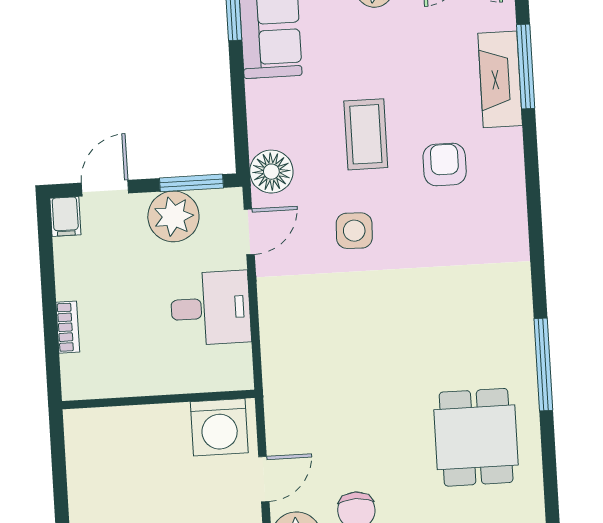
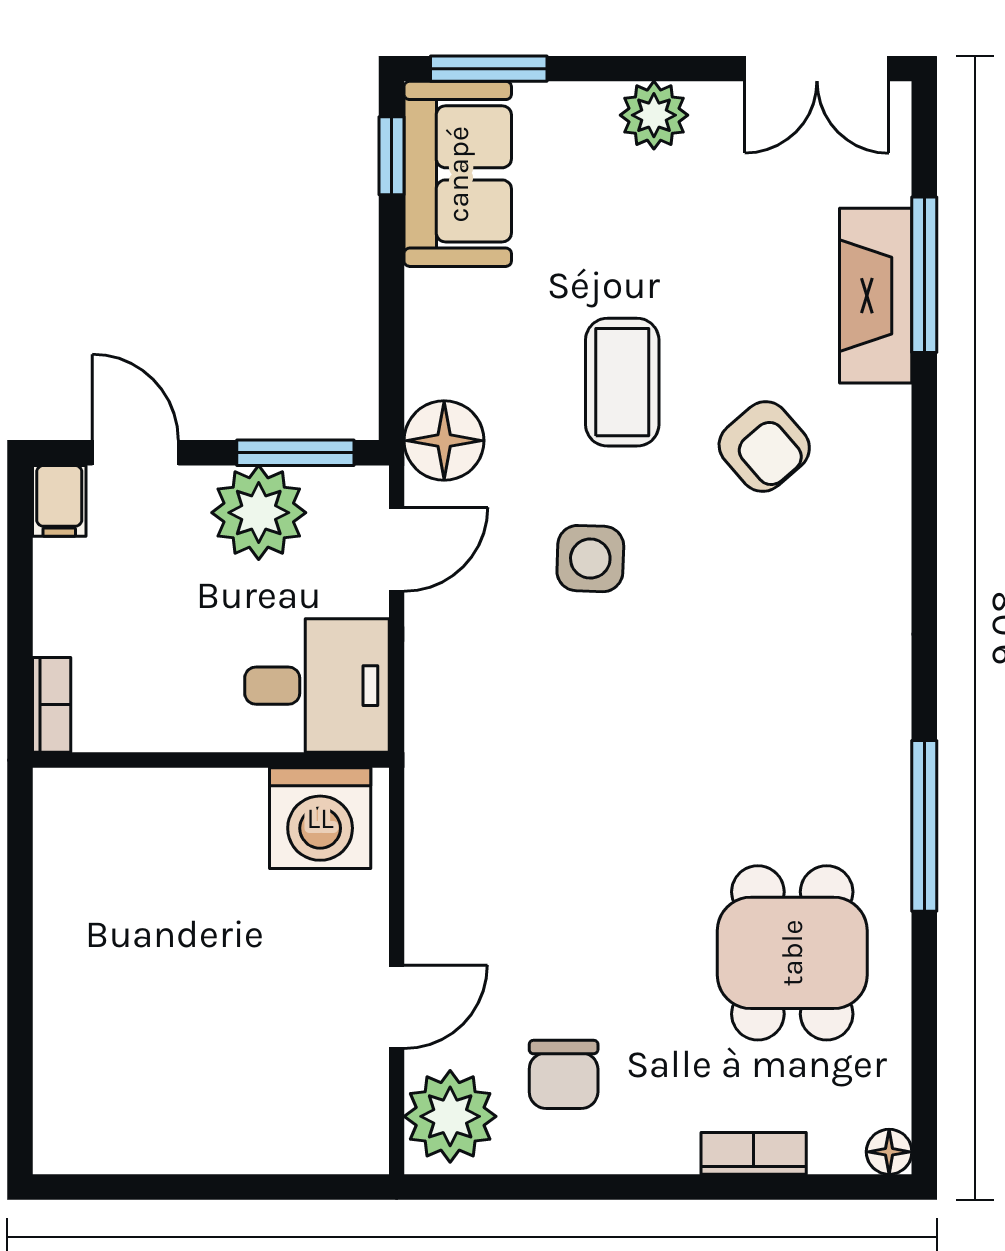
armchair: (445, 165) -> (764, 447), turned 139
door: (105, 188) -> (135, 453), hinge flipped
wall: (158, 399) -> (211, 760), moved
washing machine: (219, 427) -> (320, 818), moved

